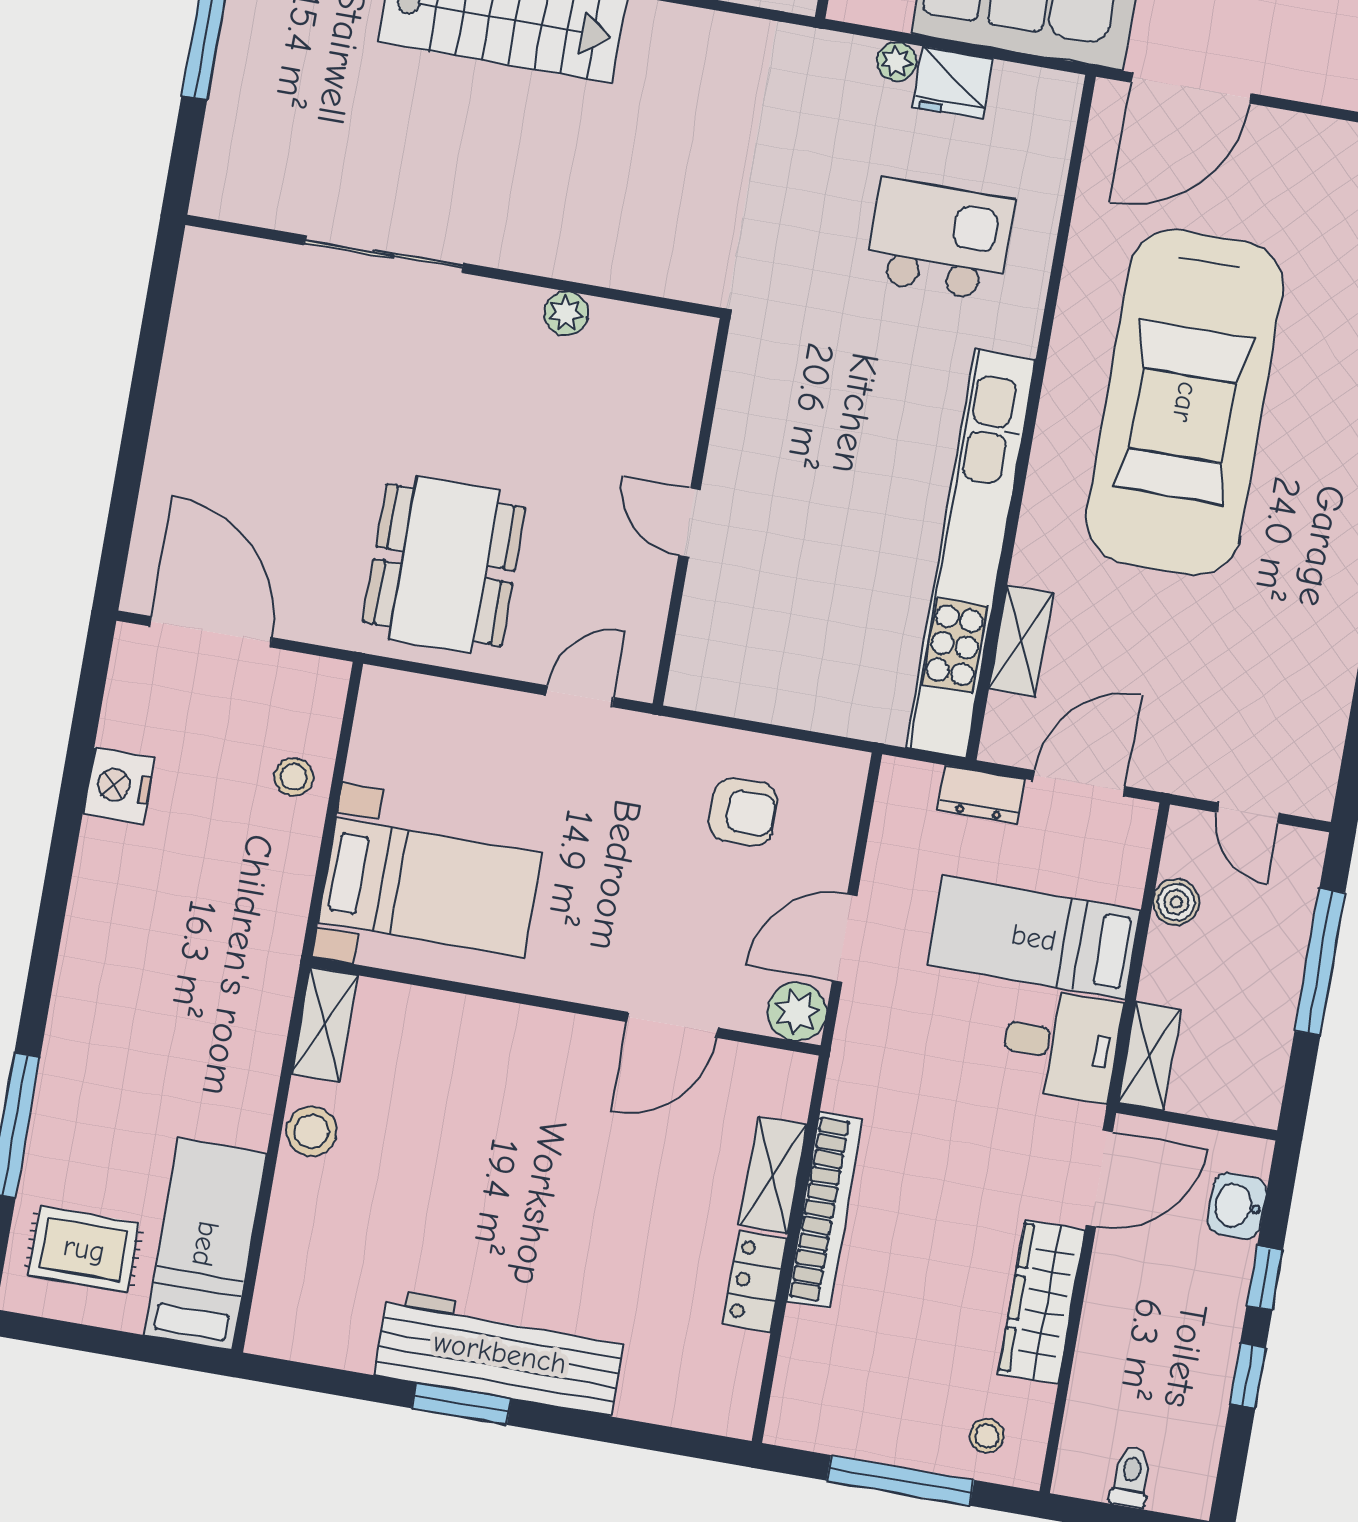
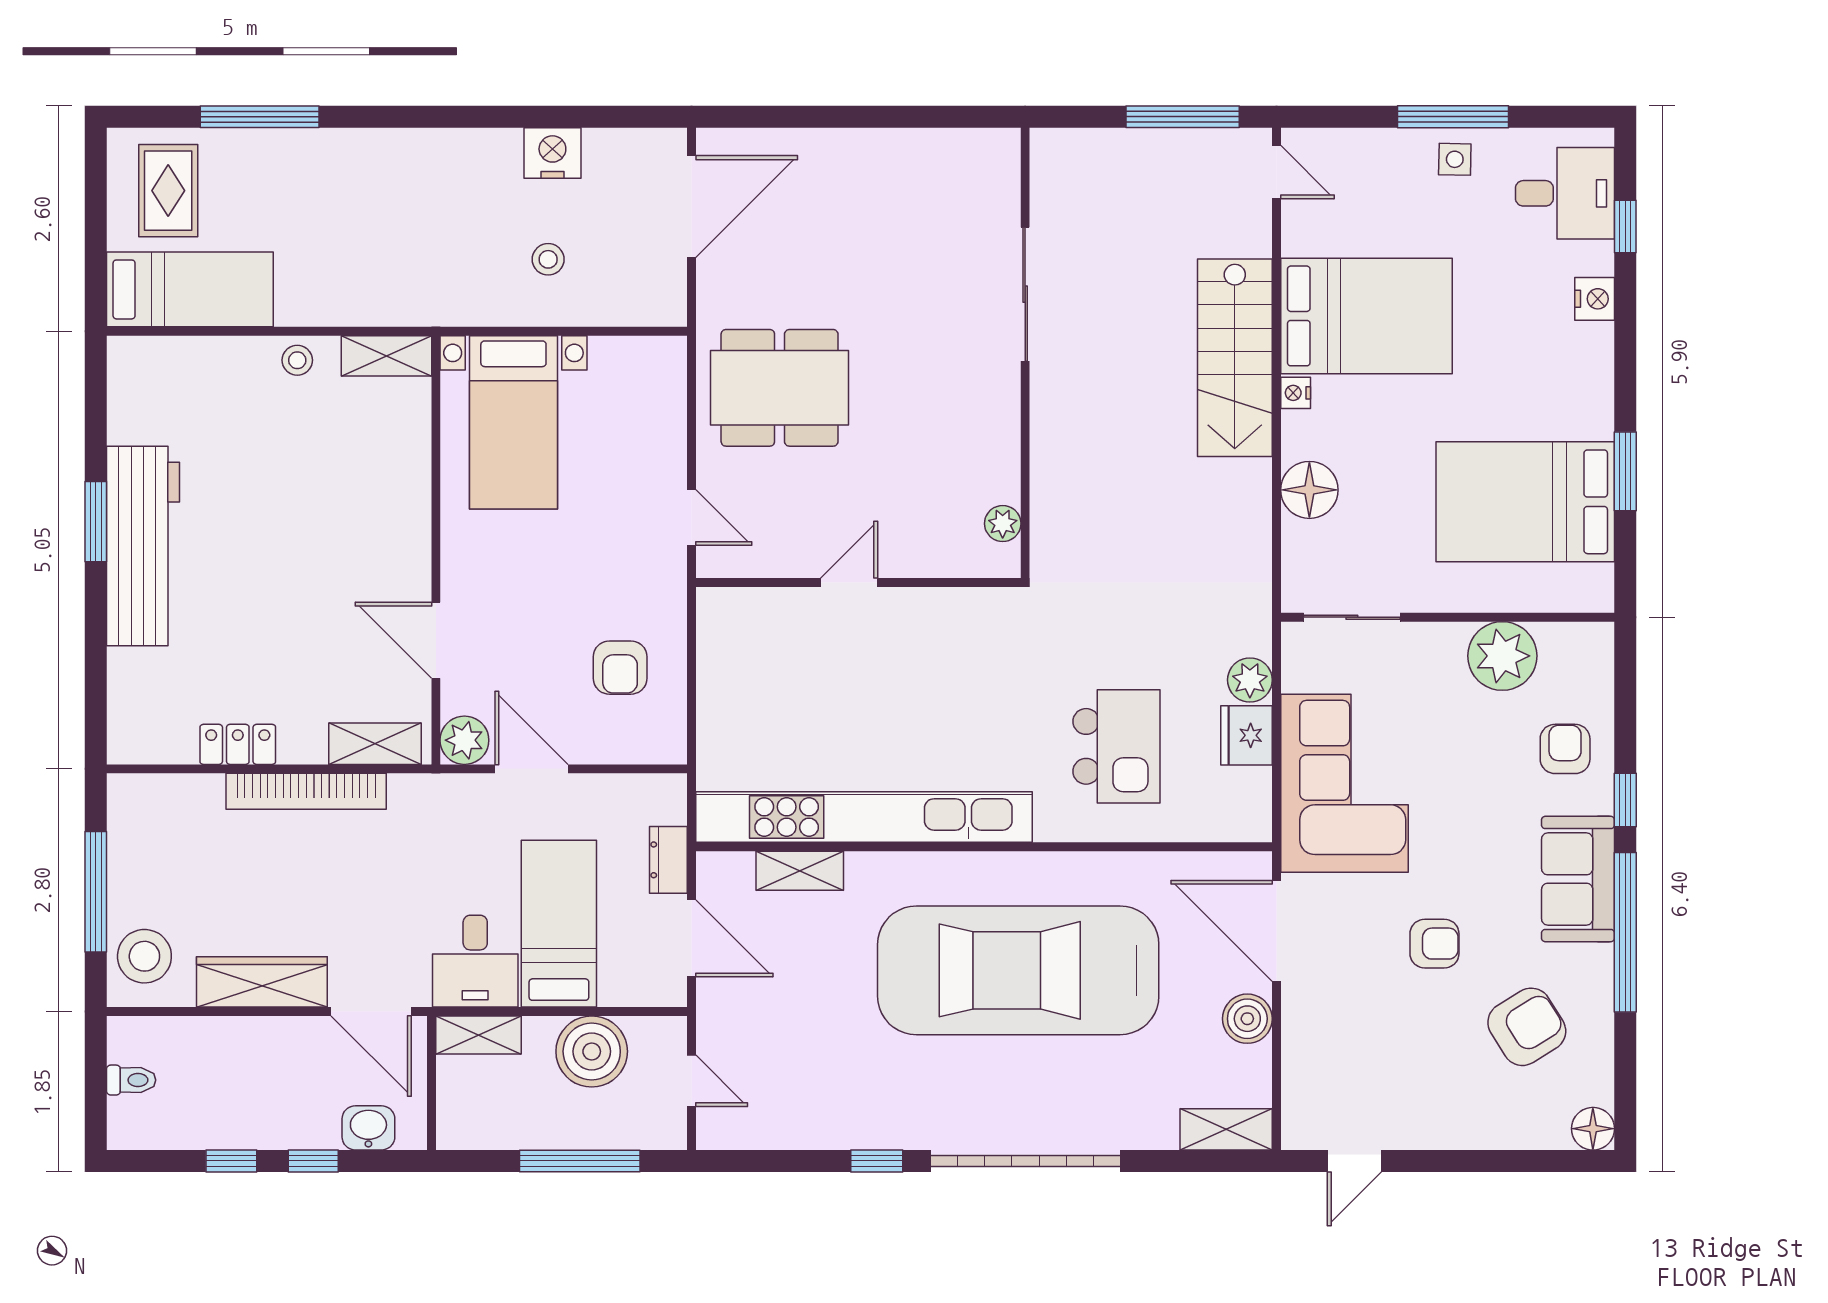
plant: (897, 62) -> (1250, 680), width x1.38, depth x1.38
boiler: (1289, 141) -> (1247, 1019), added
plant: (566, 313) -> (1003, 524), moved
stool: (294, 777) -> (548, 259), moved
door: (1248, 813) -> (691, 1081), swing flipped
boiler: (1176, 902) -> (592, 1051), width x1.86, depth x1.86
stool: (312, 1131) -> (297, 360), width x0.73, depth x0.73
shelving: (773, 1175) -> (375, 744), moved
stool: (987, 1436) -> (144, 956), width x1.89, depth x1.89

